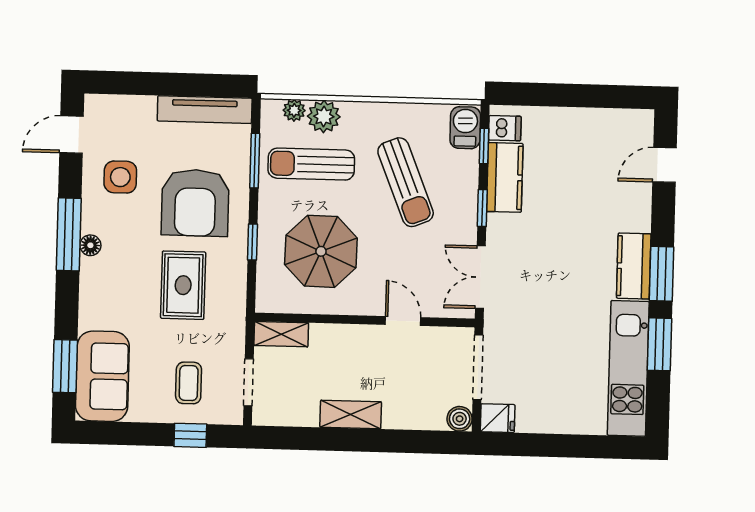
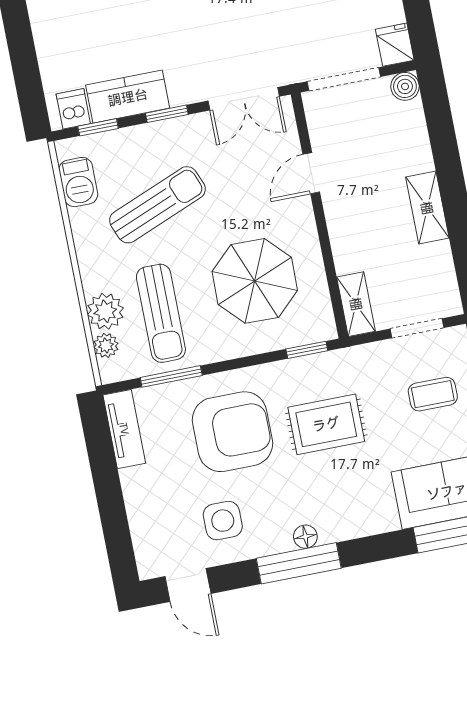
tv unit: (205, 110) -> (124, 429), width x0.71
barbecue: (465, 128) -> (78, 182), moved, turned -90
window: (252, 242) -> (307, 350), moved

